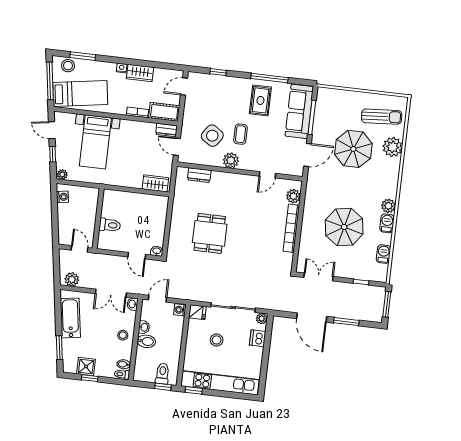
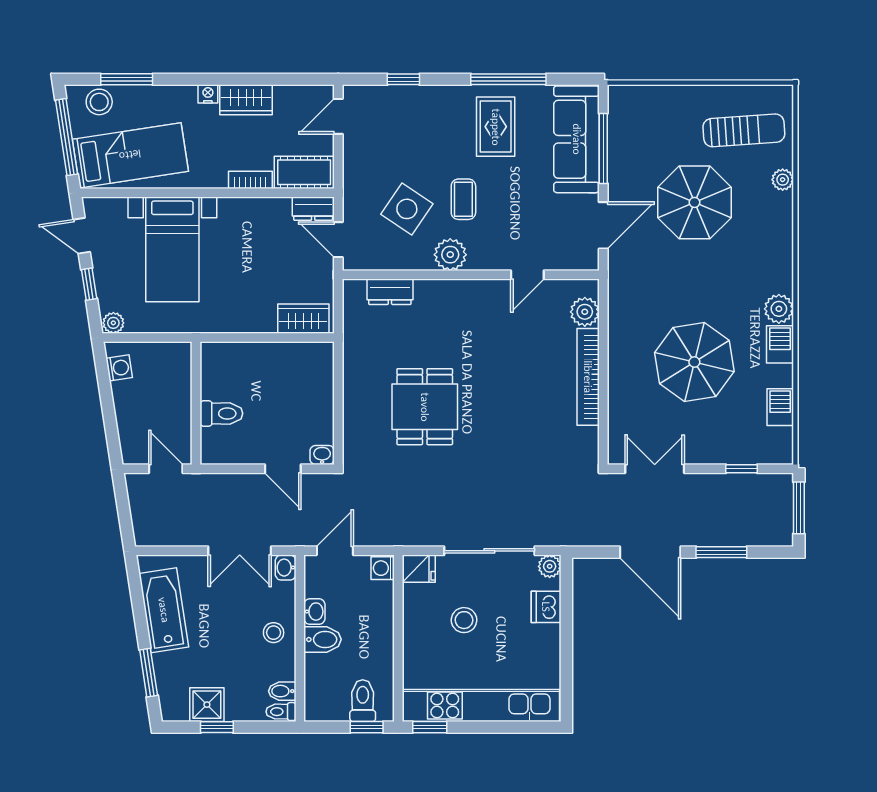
plant: (393, 147) -> (783, 180), width x0.53, depth x0.53
plant: (72, 279) -> (157, 532), removed

